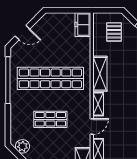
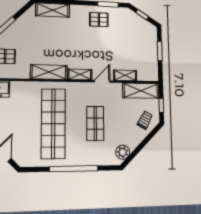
window: (8, 80) -> (74, 169), moved
door: (92, 126) -> (102, 81), hinge flipped

